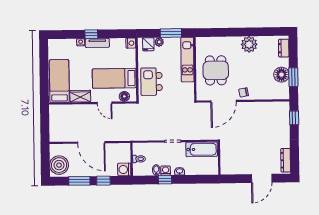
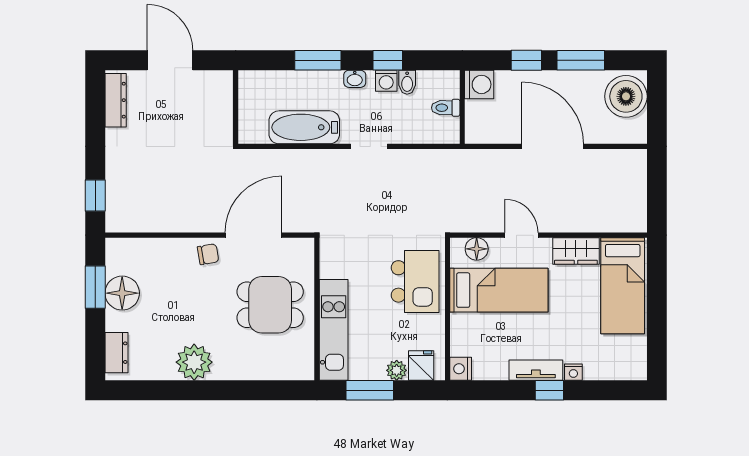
dining table: (216, 70) -> (270, 305), turned 90
wall: (219, 158) -> (236, 107), moved
door: (262, 178) -> (170, 60), hinge flipped
window: (196, 179) -> (318, 60), added

